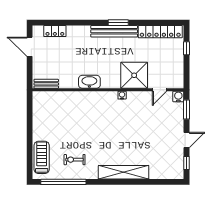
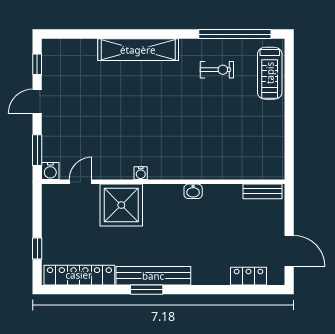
washbasin: (89, 82) -> (193, 191), width x0.52, depth x0.69

